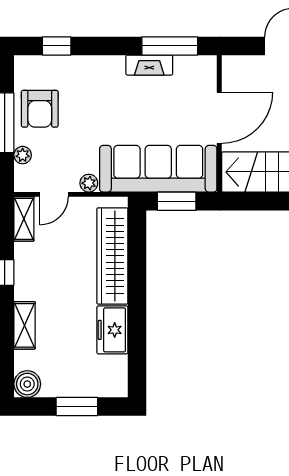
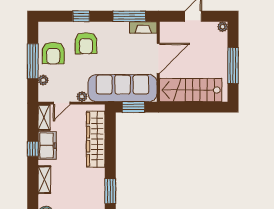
window: (57, 46) -> (81, 16), moved
fireplace: (149, 65) -> (143, 27), moved
armchair: (96, 92) -> (86, 43), added
freezer: (112, 330) -> (47, 146), moved, turned 180
window: (137, 344) -> (110, 191), added

